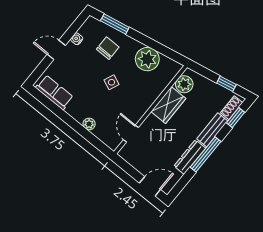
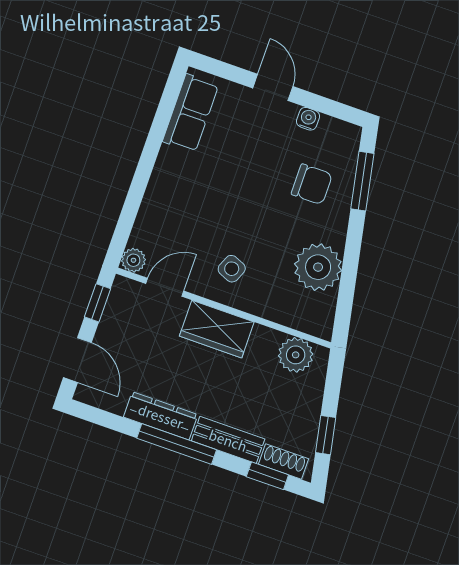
side table: (112, 82) -> (232, 269), moved
wardrobe: (168, 105) -> (217, 329), moved
plant: (89, 124) -> (133, 260), moved
window: (127, 167) -> (97, 303), added

